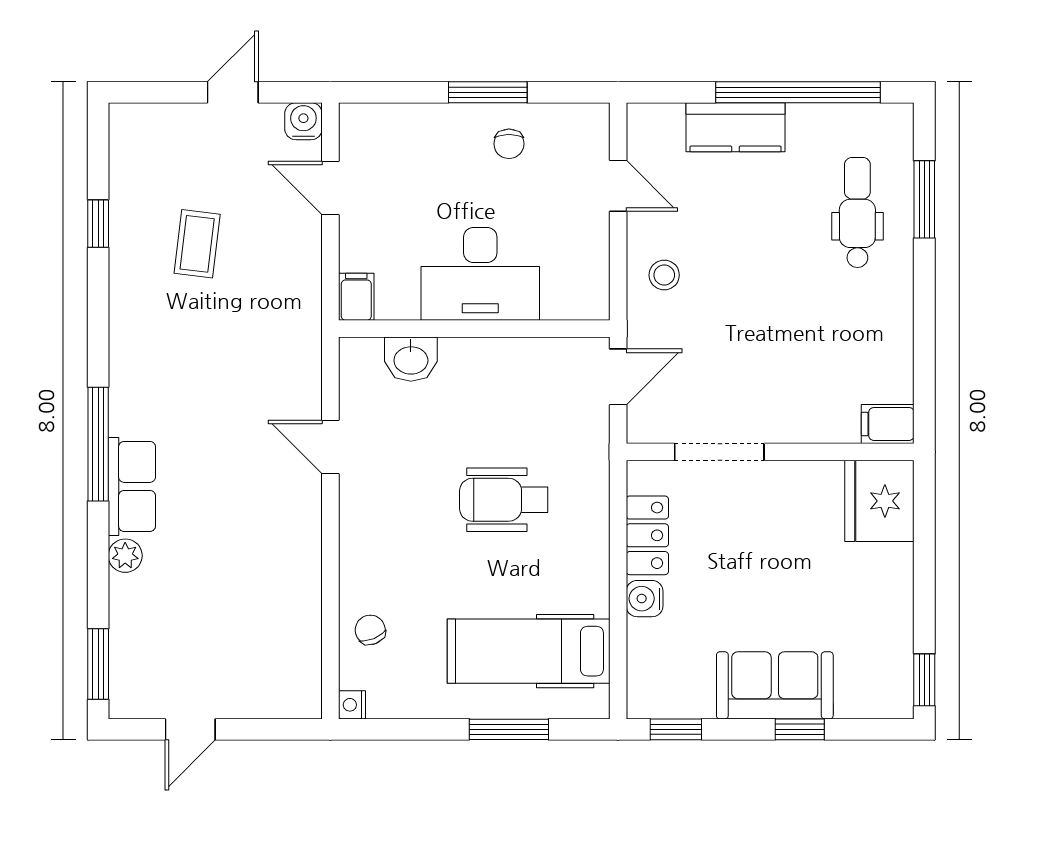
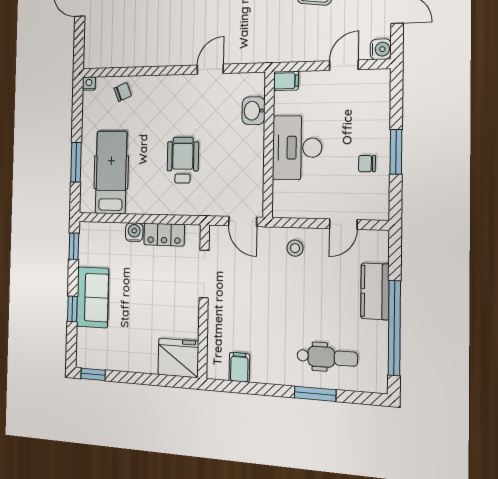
window: (924, 199) -> (315, 394), moved
filing cabinet: (888, 424) -> (239, 367), moved

